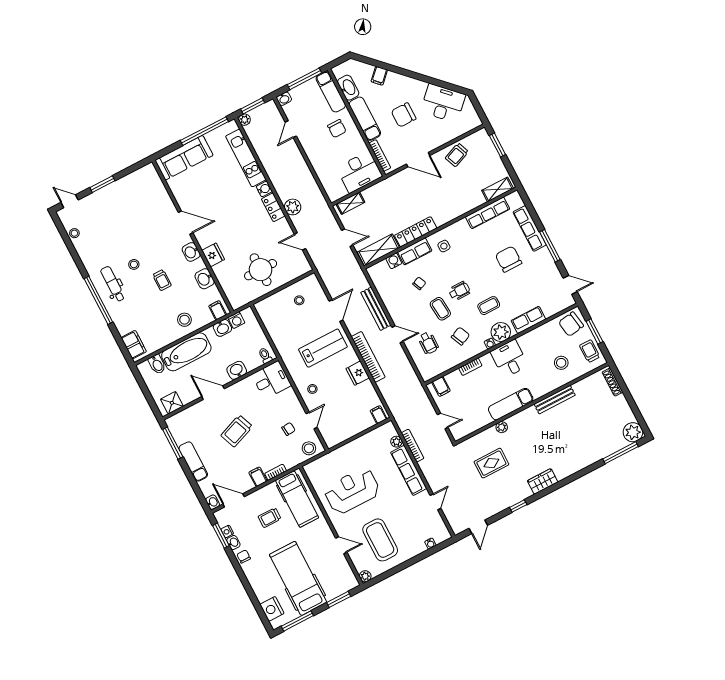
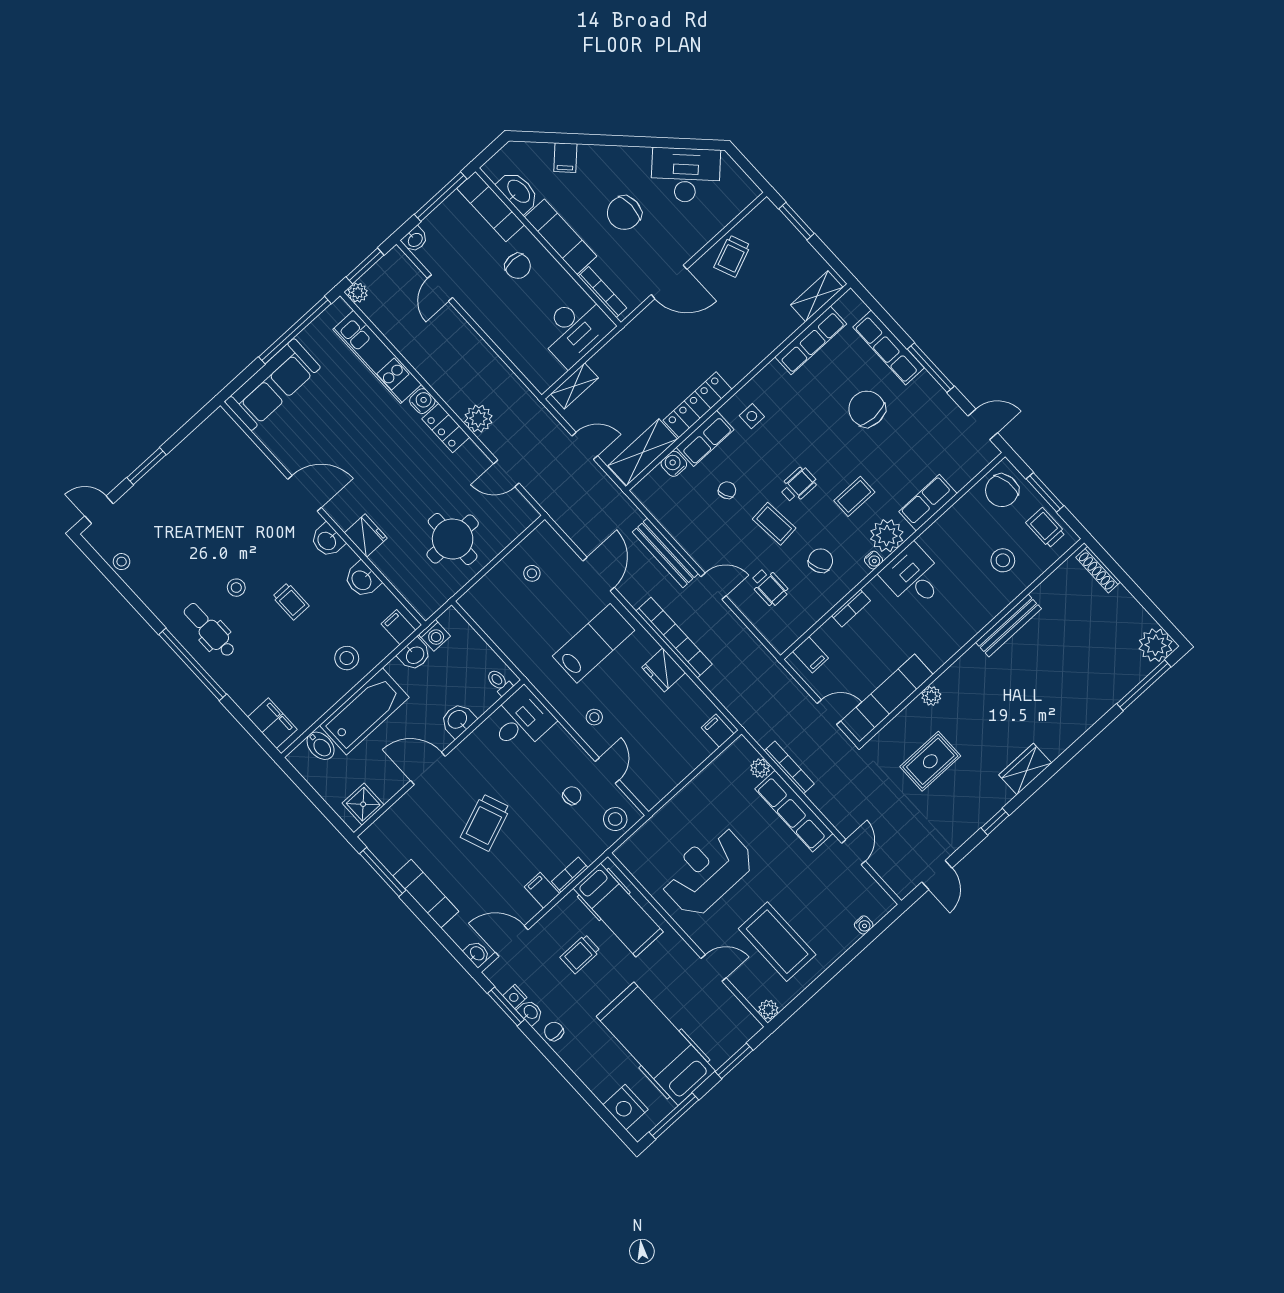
exam couch: (511, 404) -> (895, 691), moved

